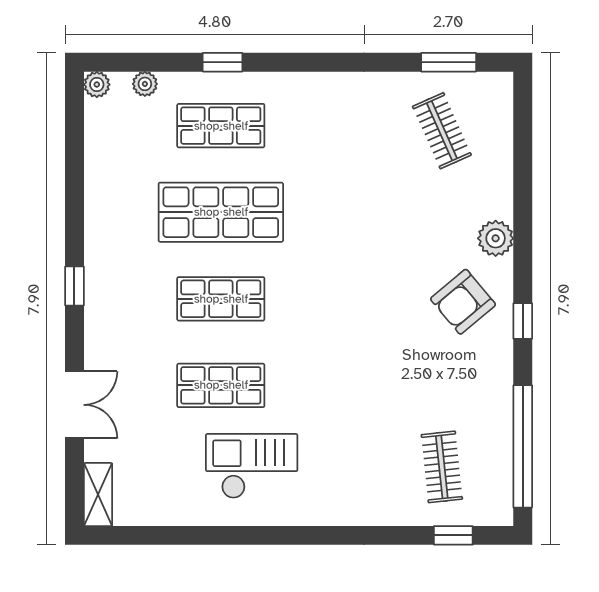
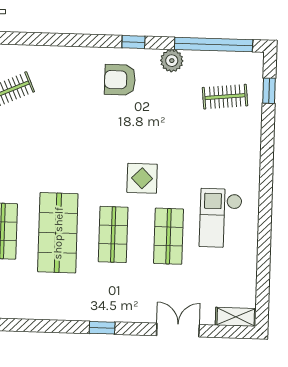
plant: (496, 238) -> (172, 61), moved
armchair: (463, 302) -> (120, 80), turned 130
display table: (310, 341) -> (142, 178), added

